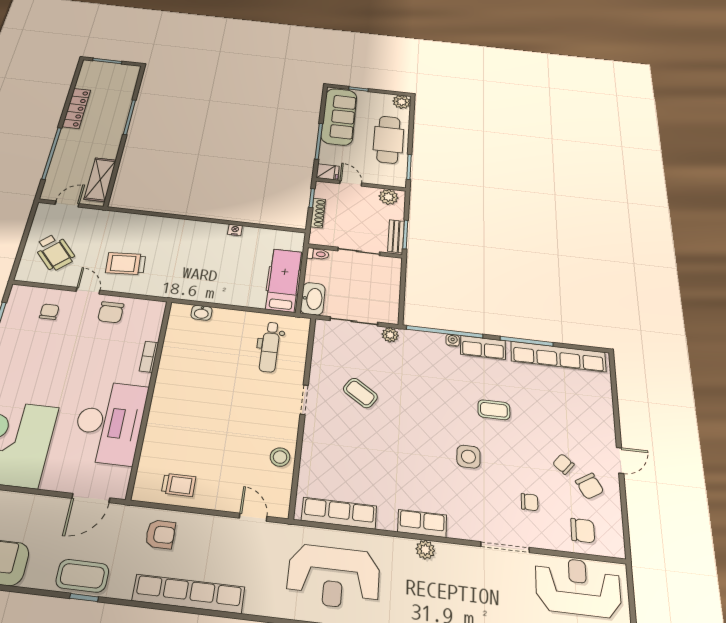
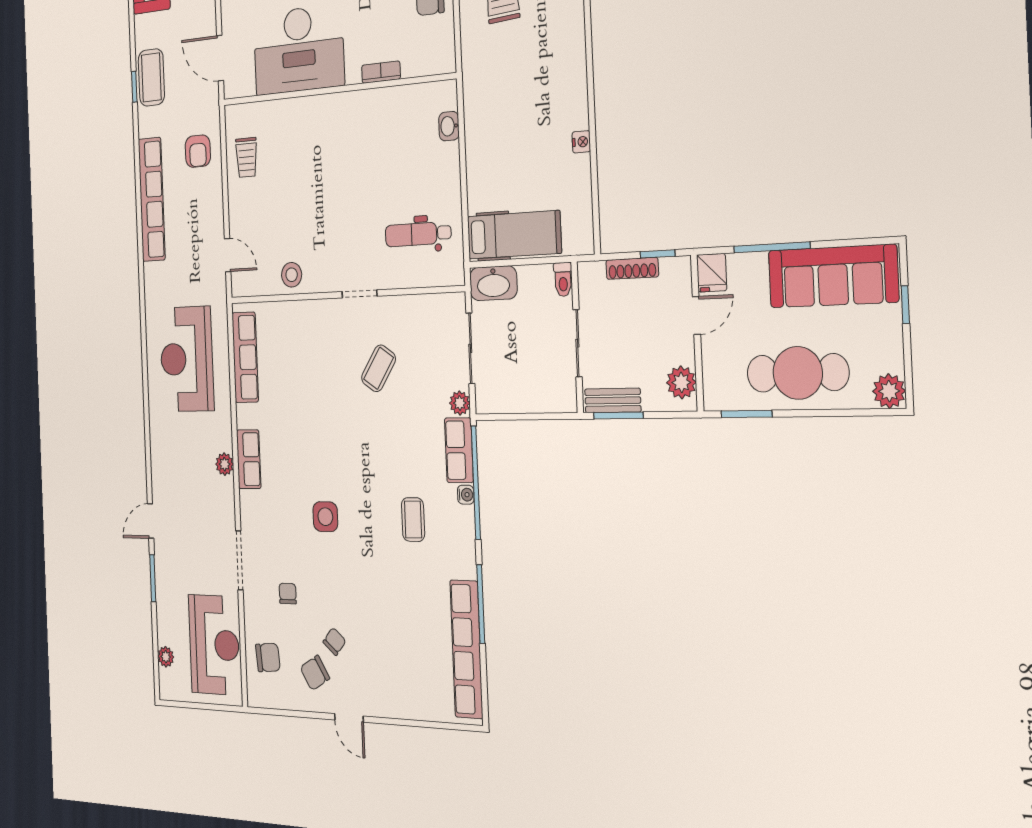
row of seats: (483, 347) -> (459, 450), moved
coffee table: (494, 410) -> (413, 520), moved
chair: (530, 502) -> (288, 593), turned 180
door: (253, 517) -> (228, 255), hinge flipped
chair: (583, 531) -> (268, 657), turned -95

